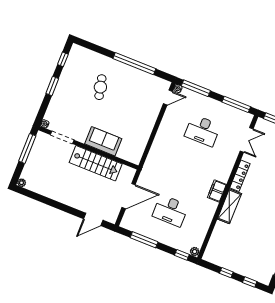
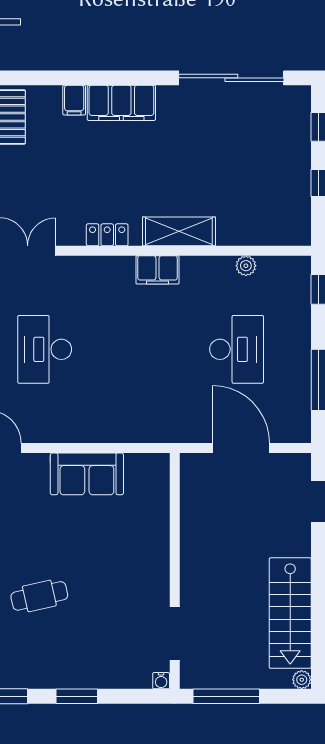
desk: (203, 131) -> (45, 349), turned 180
sofa: (103, 141) -> (87, 474), moved, turned -90
stairs: (96, 163) -> (290, 613), moved, turned 180
locker: (240, 176) -> (107, 235), width x0.66
plant: (195, 252) -> (246, 266), moved

